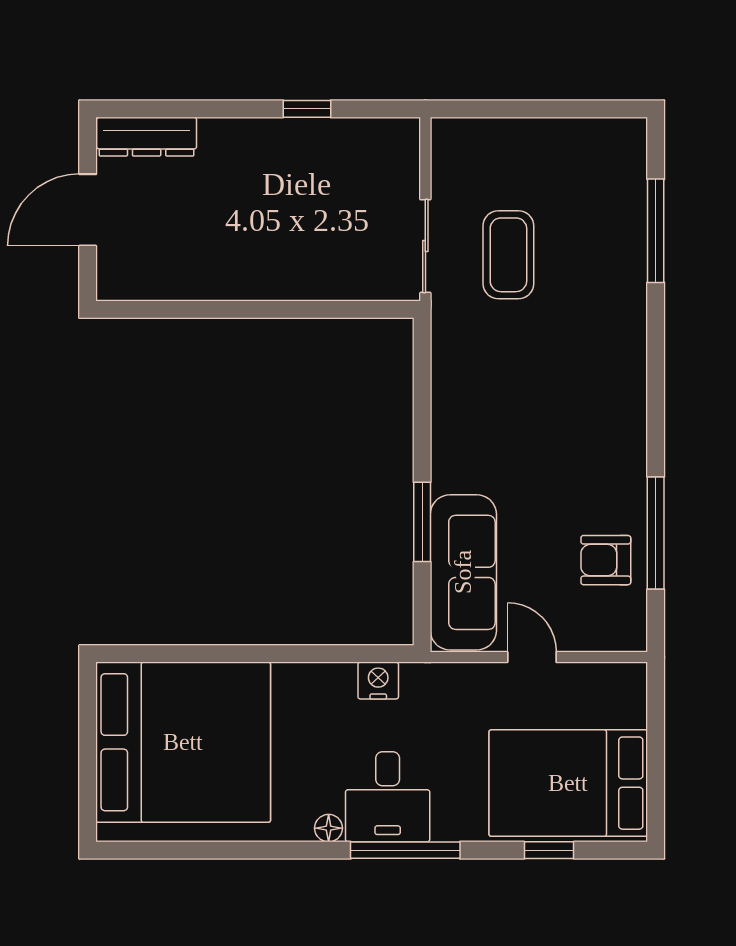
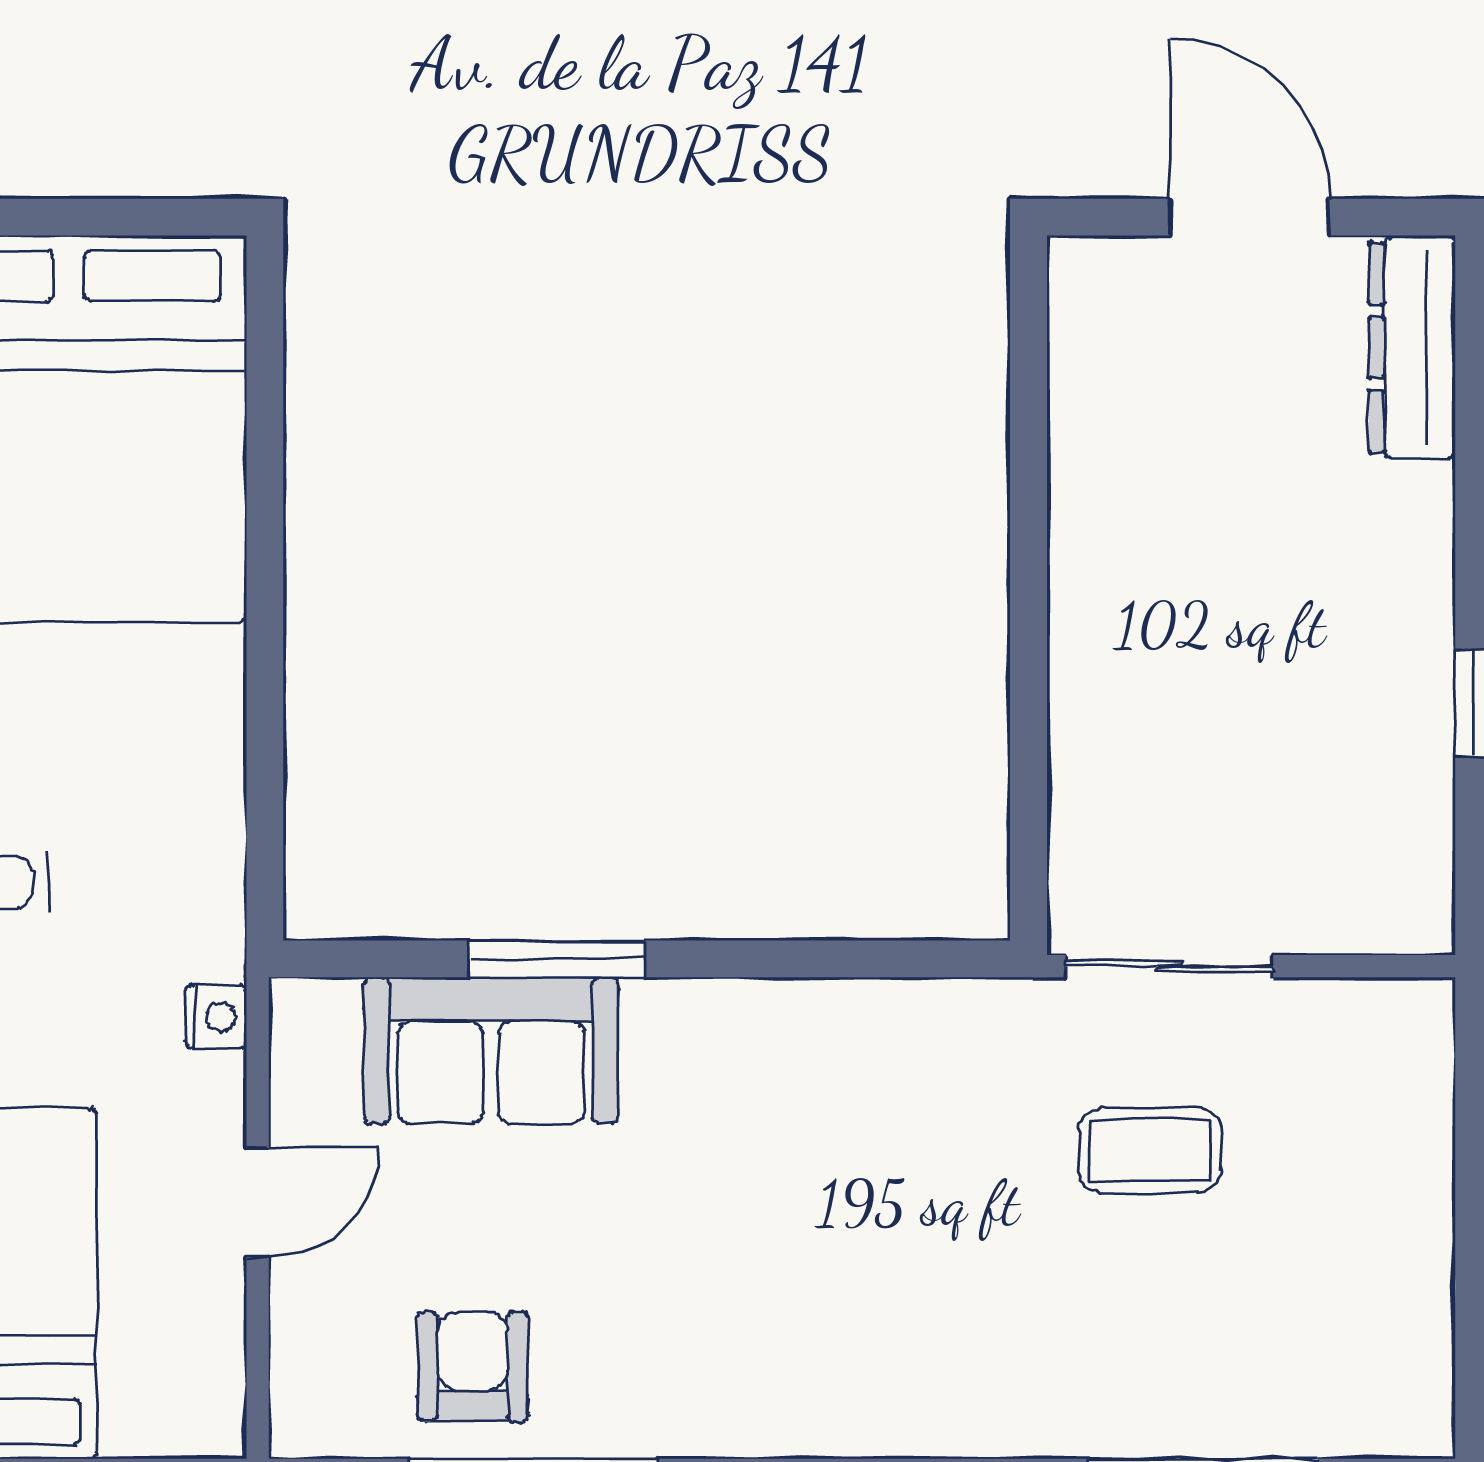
coffee table: (508, 255) -> (1150, 1150), width x0.73, depth x0.77
sofa: (463, 572) -> (491, 1050), width x0.73
nightstand: (378, 681) -> (216, 1017), moved, width x0.72, depth x0.74

